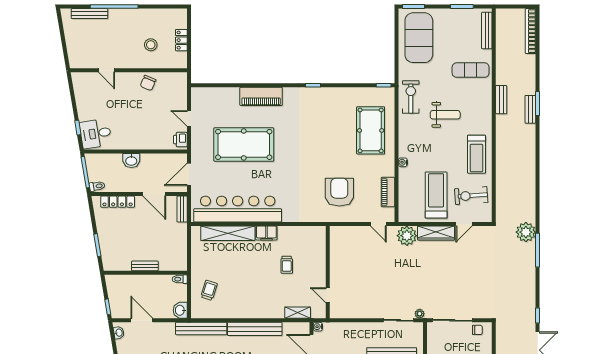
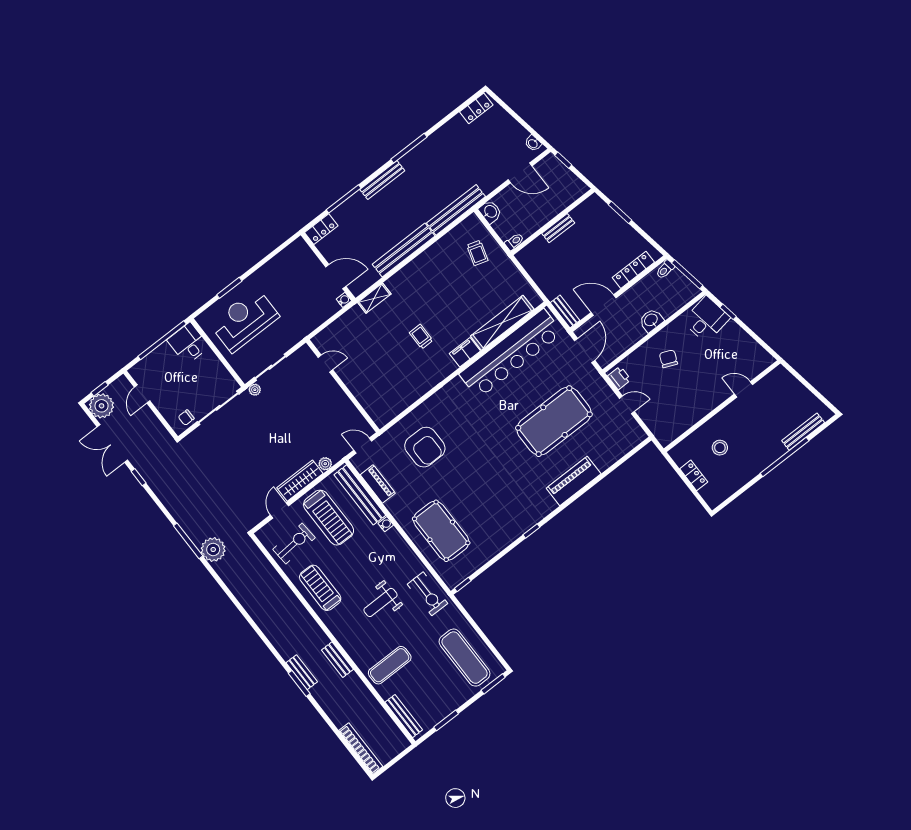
exercise mat: (419, 38) -> (464, 658), width x0.68
chair: (148, 83) -> (668, 359), moved
bench: (405, 194) -> (360, 495), added
plant: (407, 236) -> (325, 464), width x0.53, depth x0.53
wall: (328, 272) -> (343, 386), moved
door: (328, 295) -> (325, 363), moved

